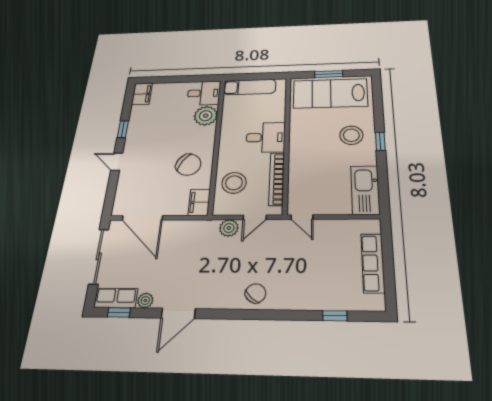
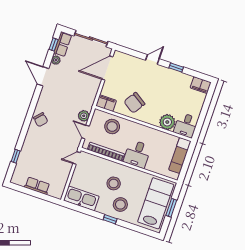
stool: (323, 154) -> (114, 183), added
row of seats: (373, 263) -> (37, 186), width x0.68

